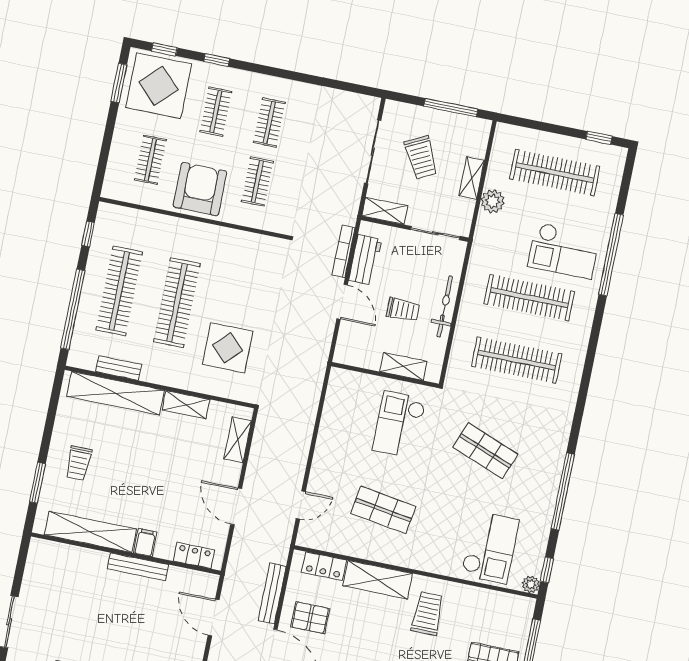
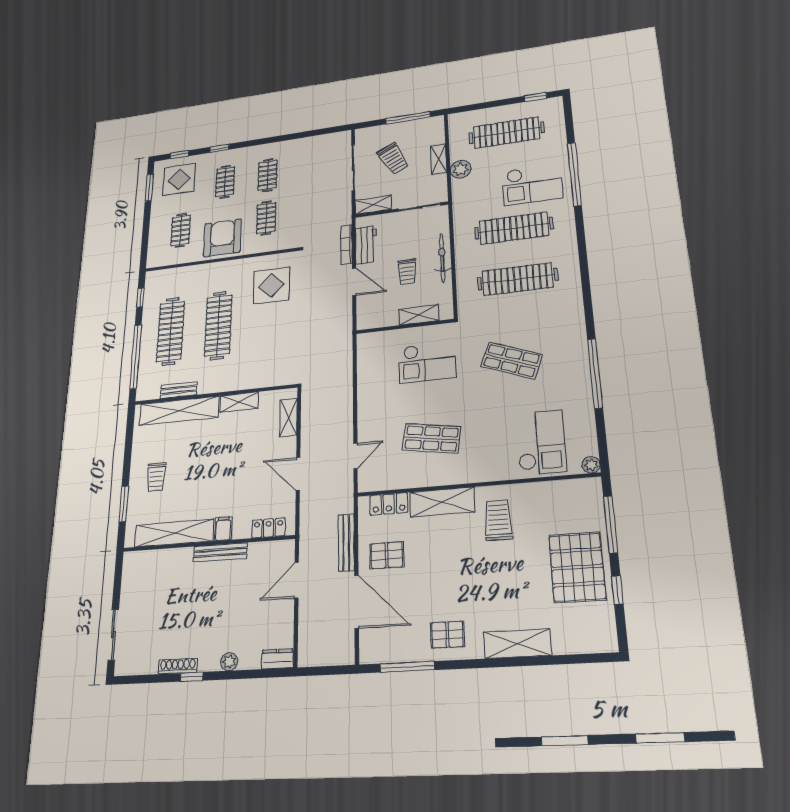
display table: (159, 86) -> (179, 179), width x0.73, depth x0.73
trolley: (403, 310) -> (407, 272), turned 90
display table: (228, 348) -> (271, 285), moved
checkout: (399, 425) -> (427, 362), turned -90
window: (547, 570) -> (603, 447), removed
door: (214, 617) -> (297, 580), hinge flipped

